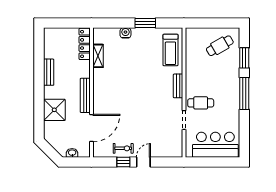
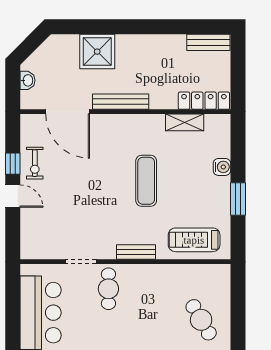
bench: (49, 72) -> (208, 42), moved
exercise mat: (134, 80) -> (146, 181), added

